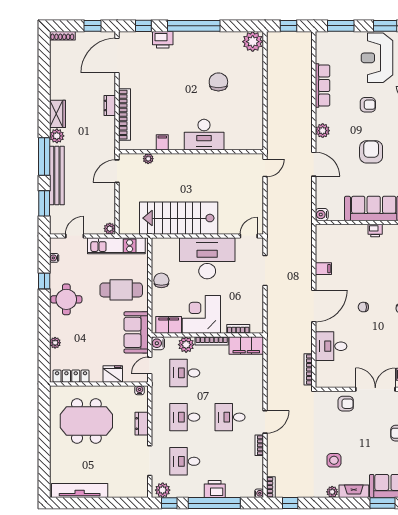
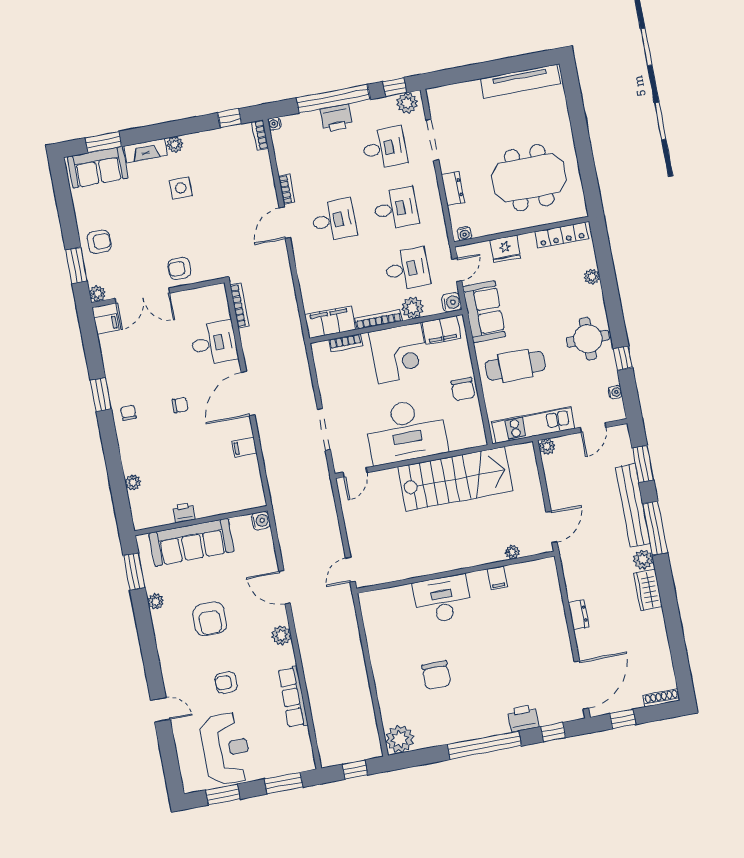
bookcase: (125, 115) -> (556, 606), removed

